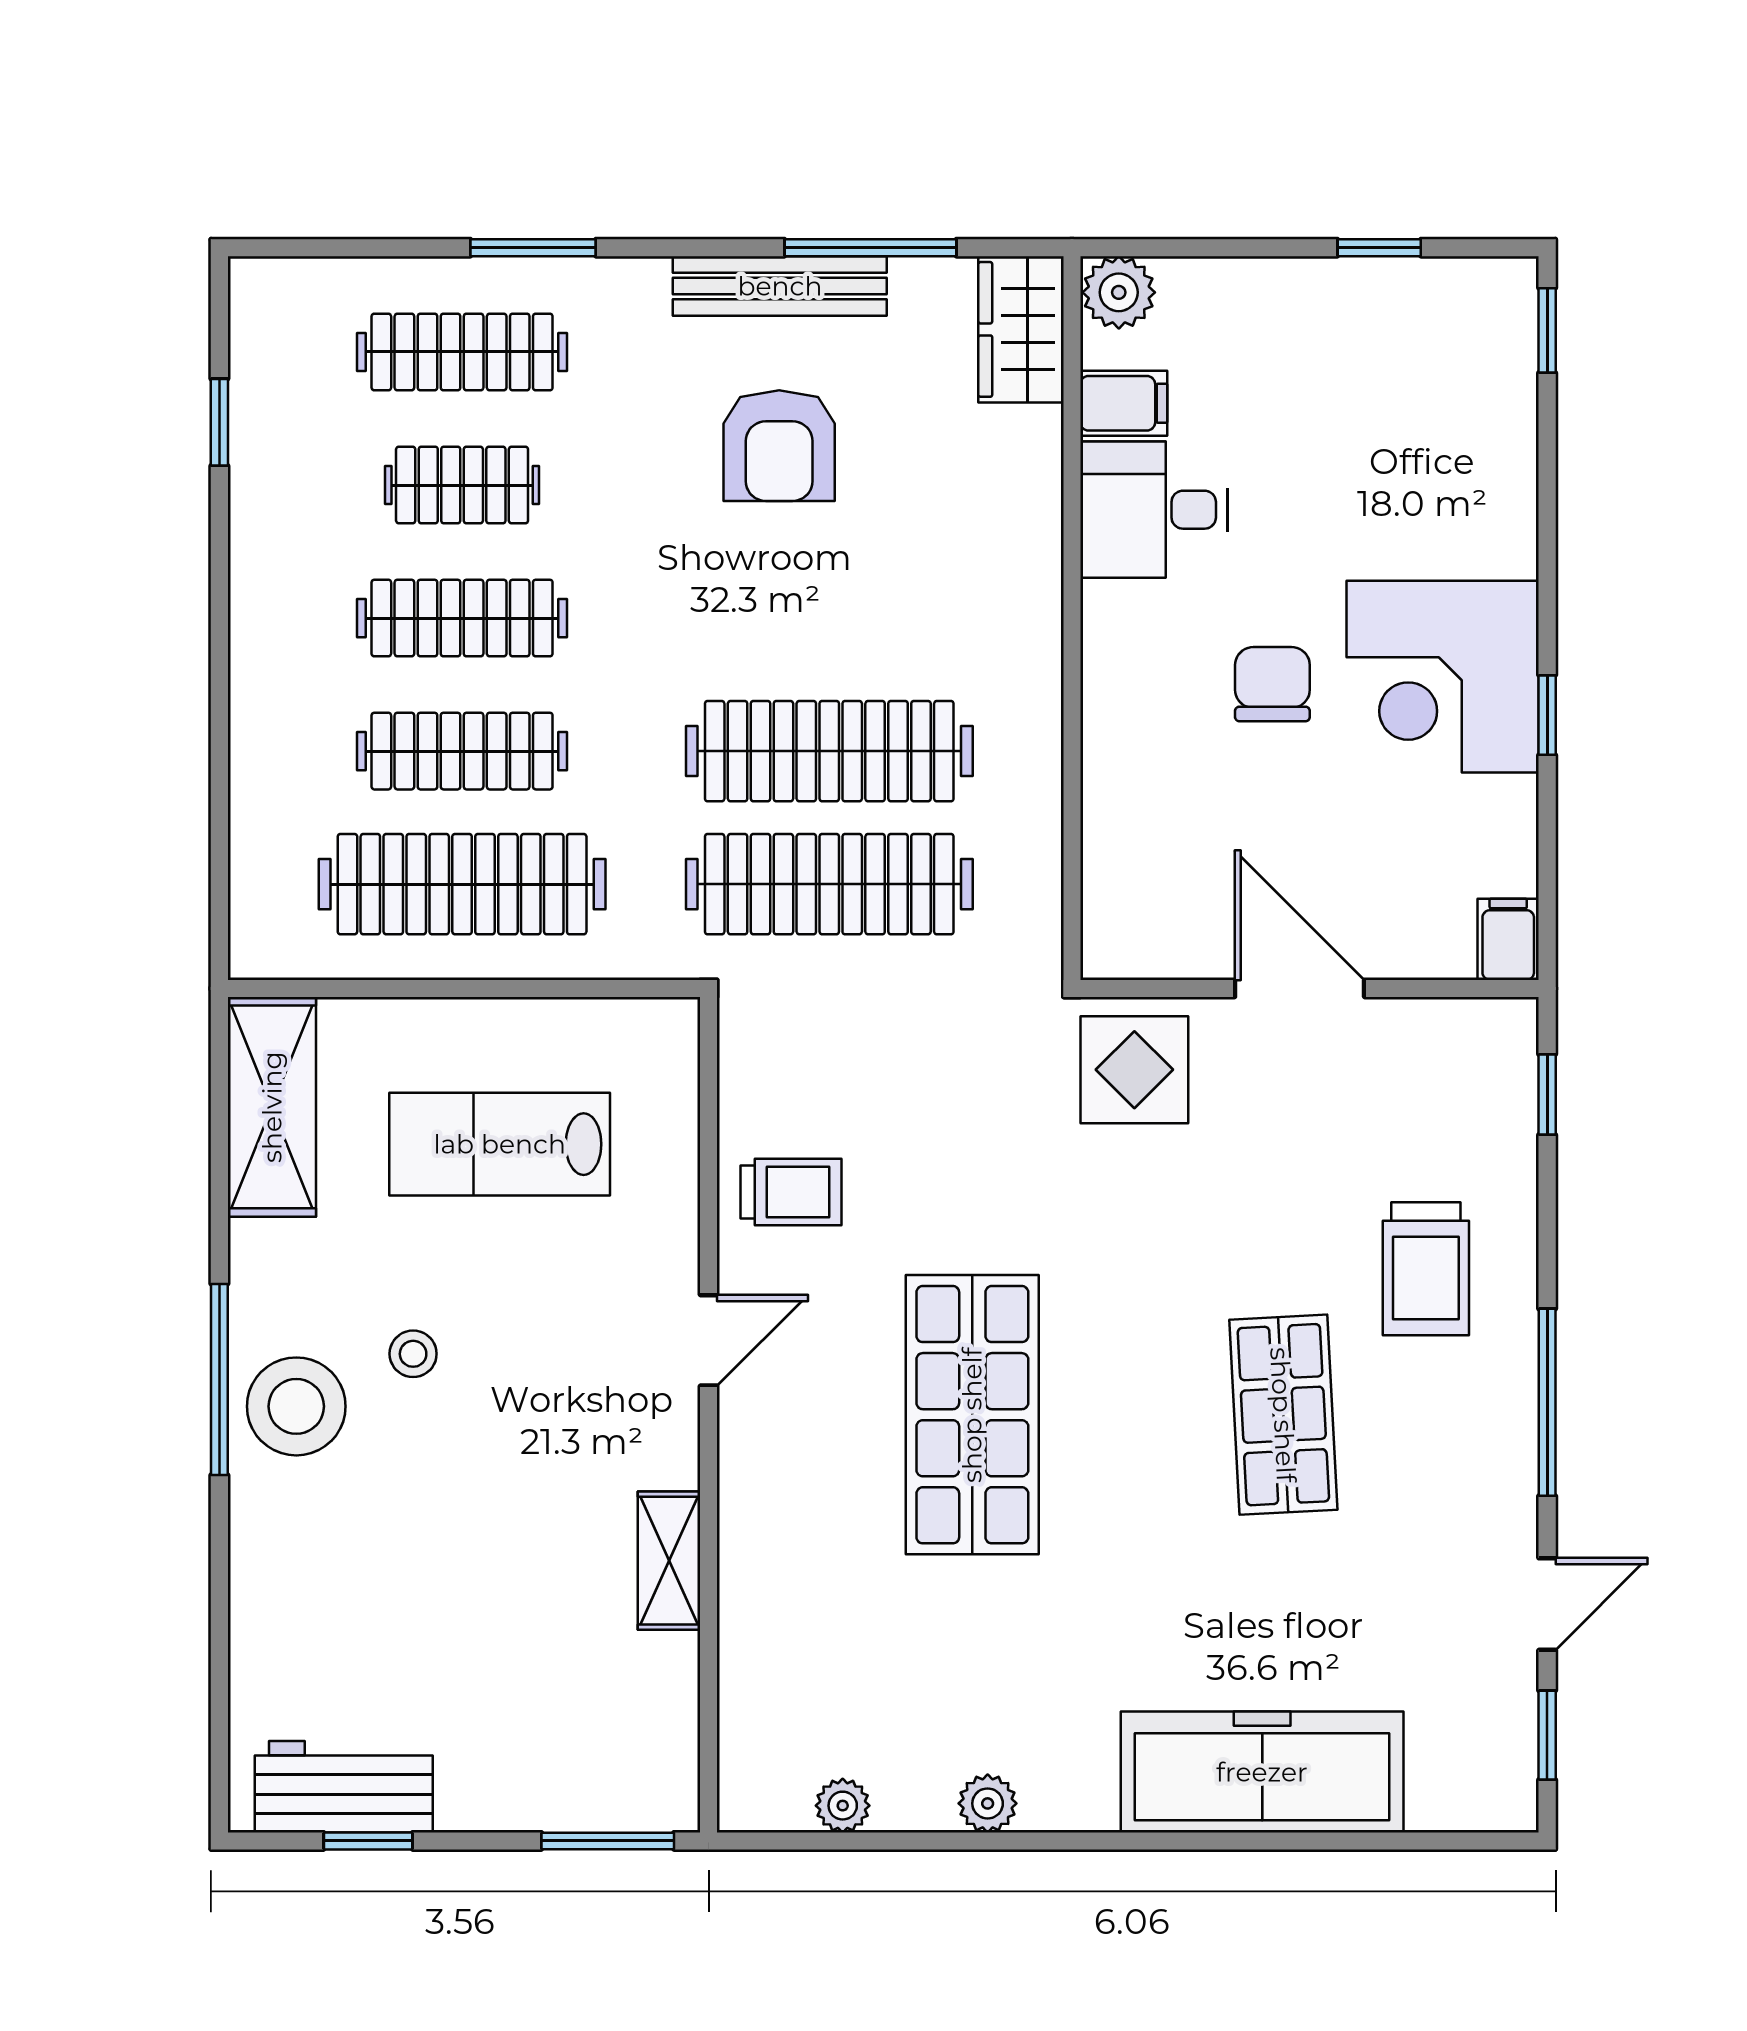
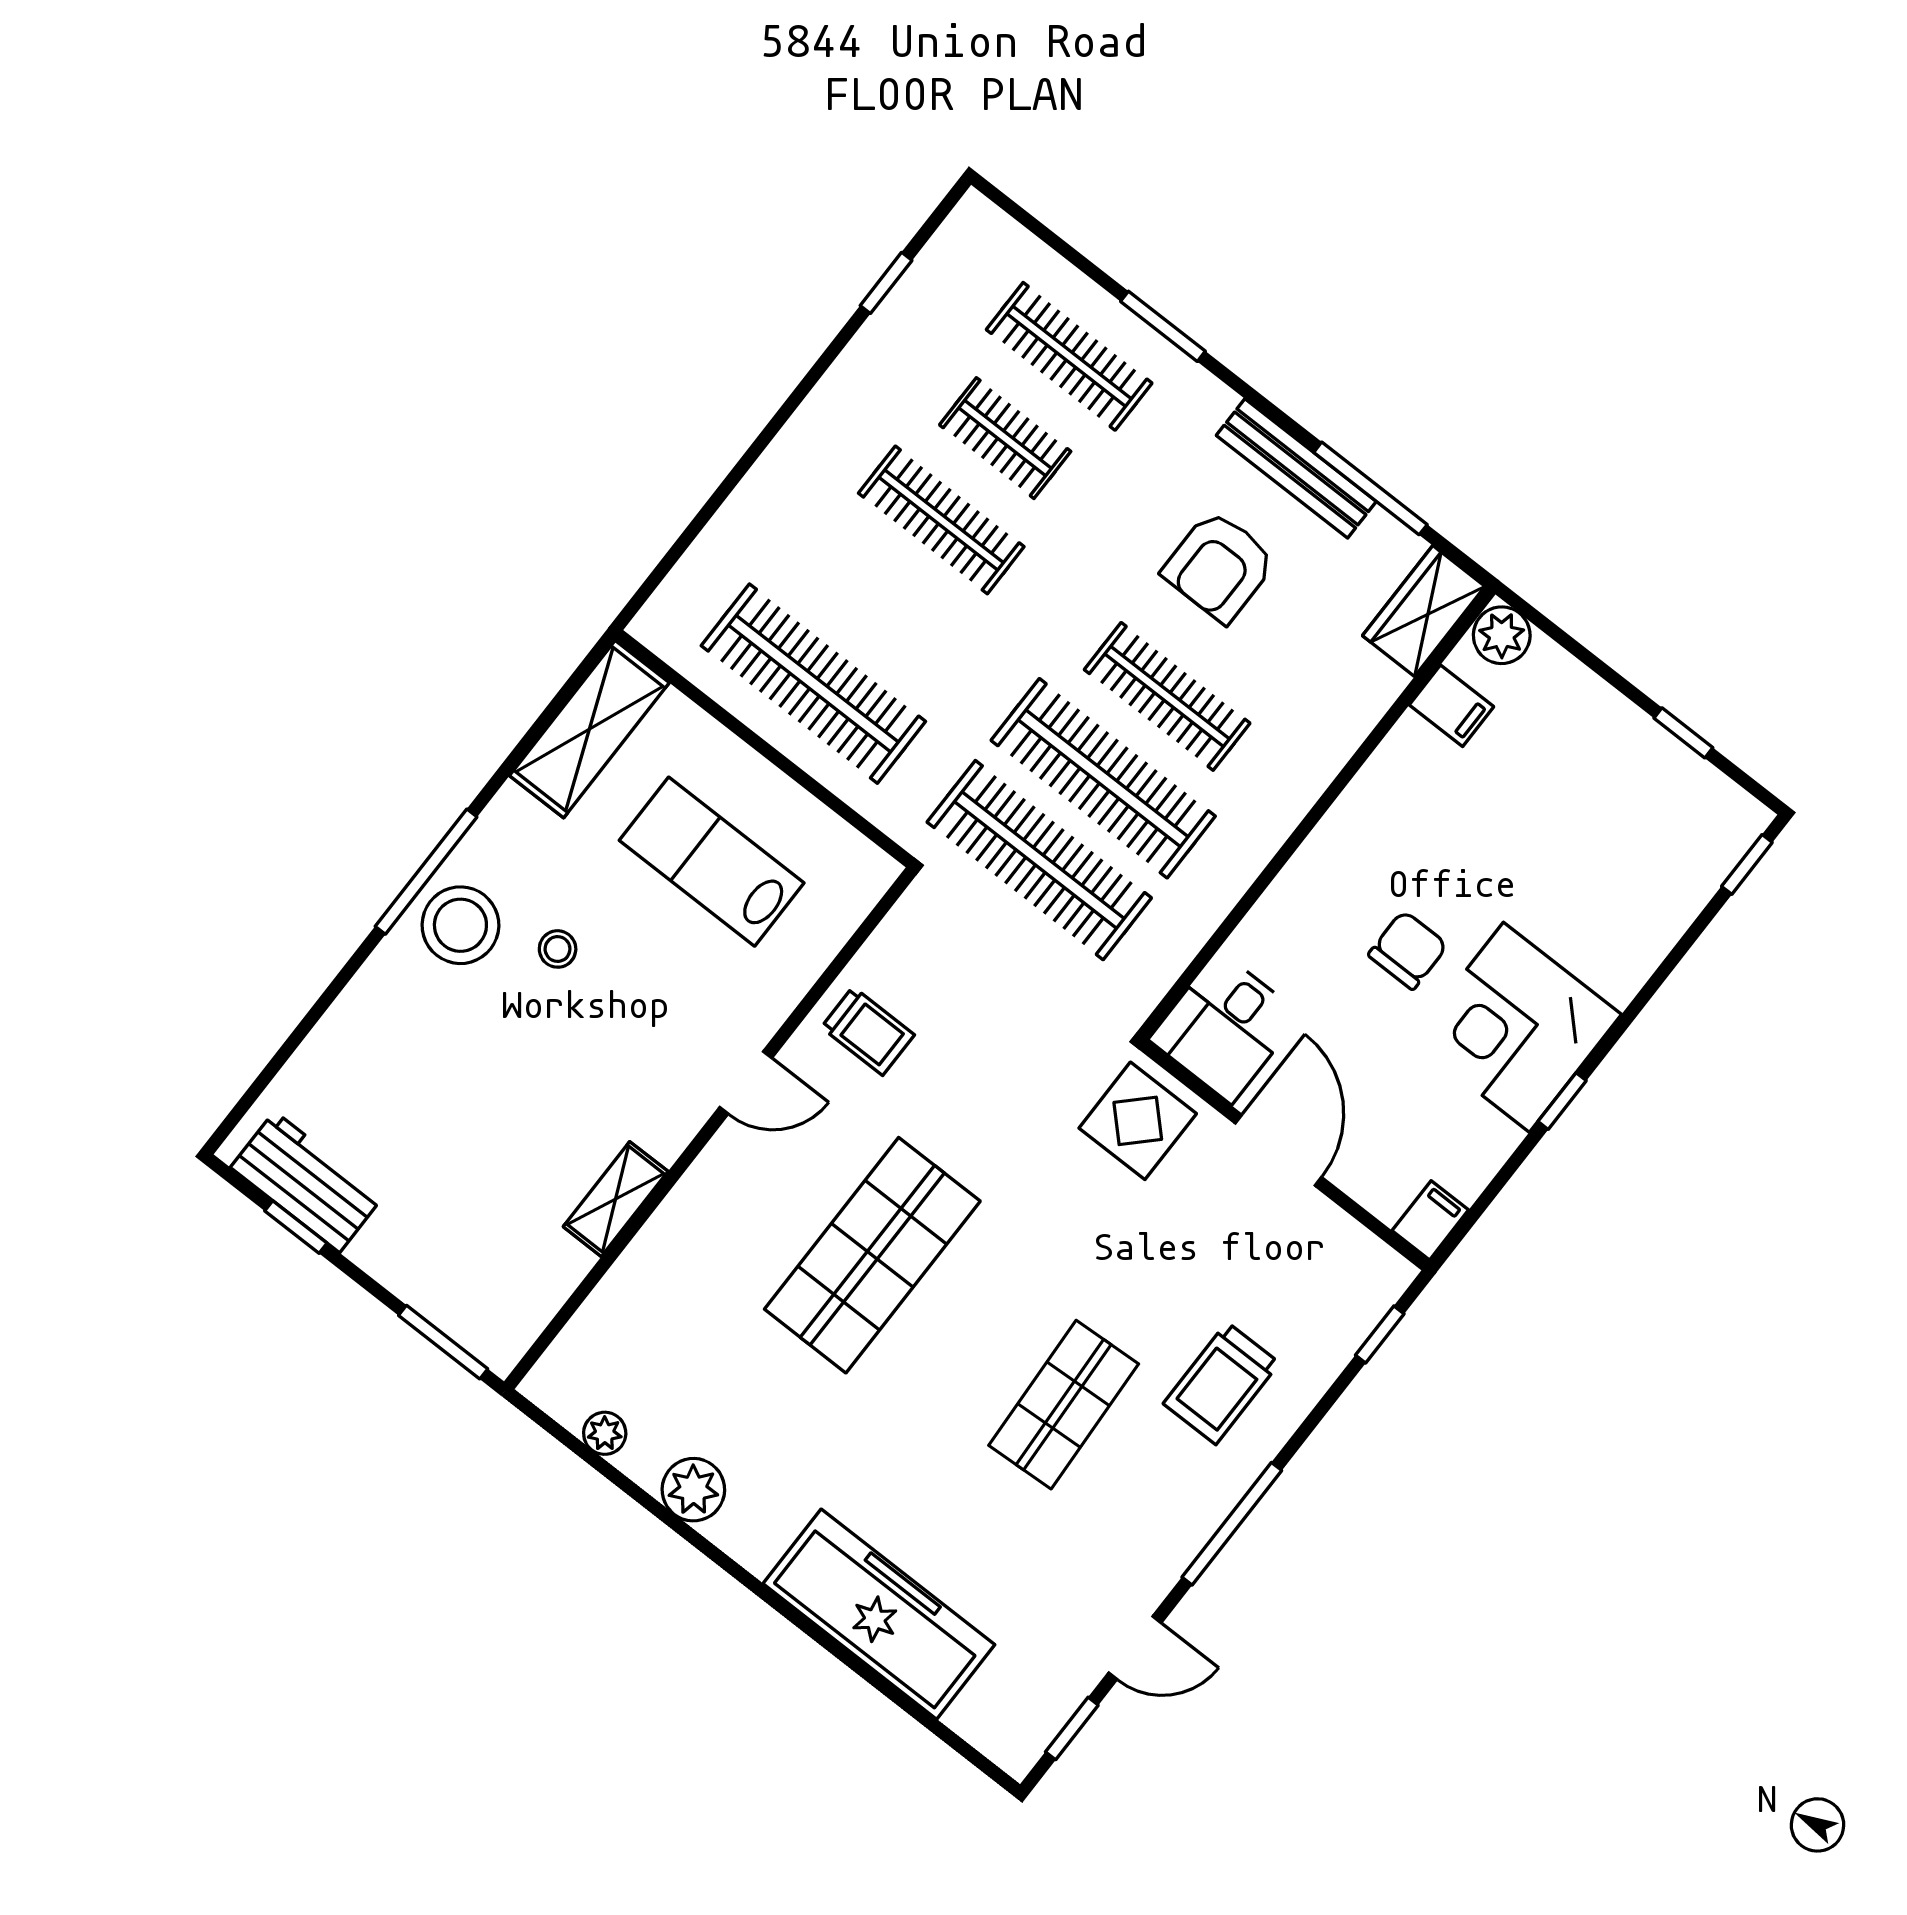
desk: (1154, 510) -> (1225, 1027), moved, turned -90
clothes rail: (462, 751) -> (1167, 696), moved
plant: (988, 1803) -> (693, 1490), width x1.38, depth x1.38

